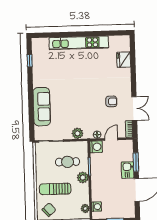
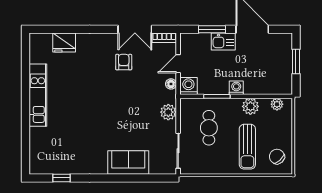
kitchen unit: (79, 43) -> (38, 95), width x0.73
sofa: (42, 107) -> (128, 163), width x0.73
double door: (134, 108) -> (135, 29), swing flipped
door: (111, 139) -> (178, 64), hinge flipped
plant: (83, 177) -> (250, 106), moved
washing machine: (97, 207) -> (236, 88), moved

